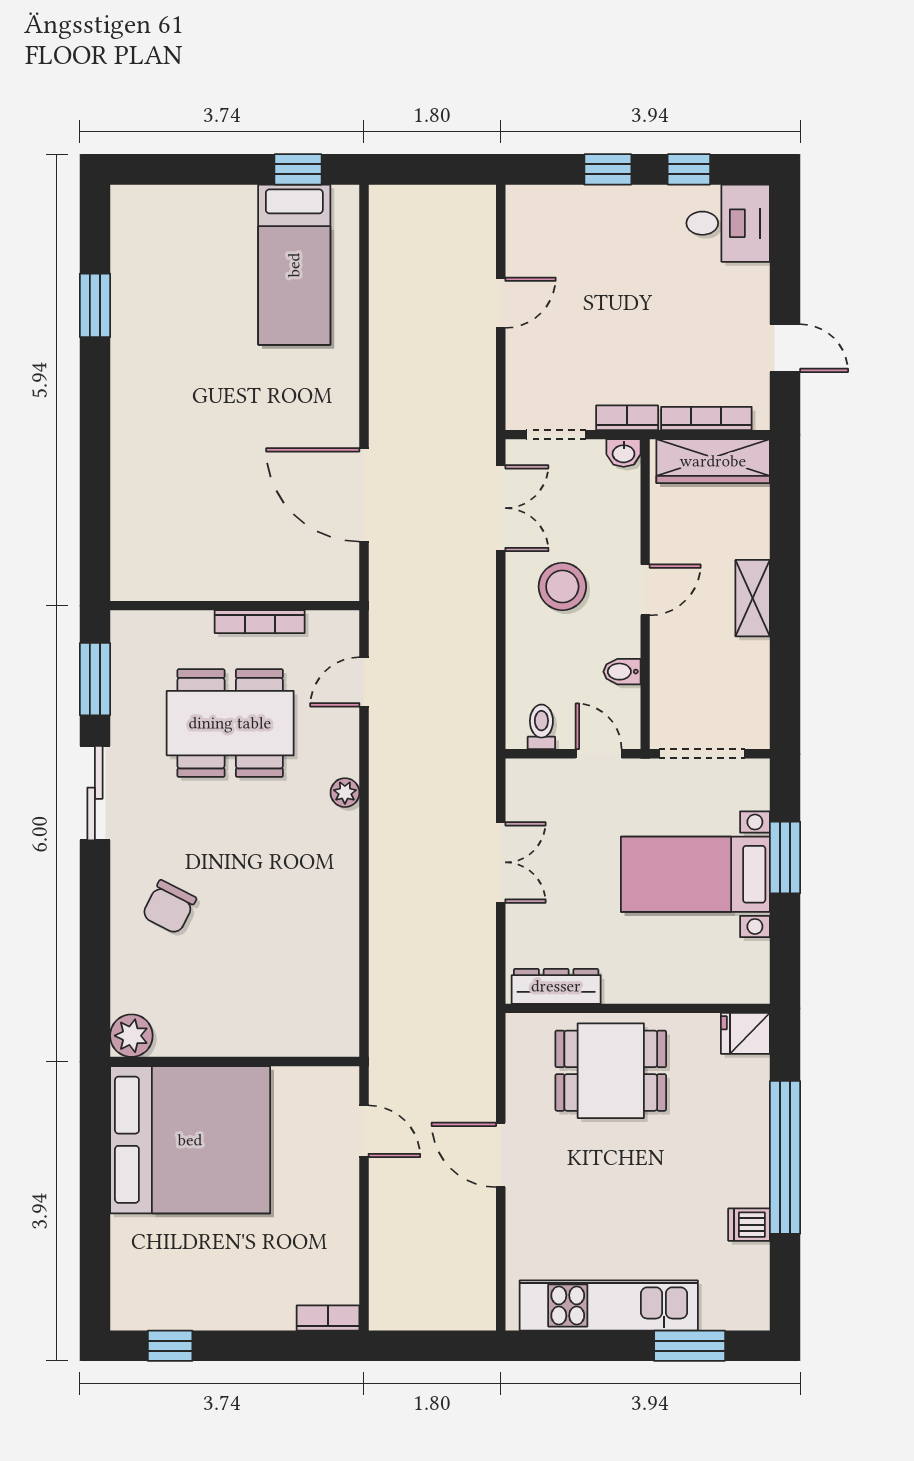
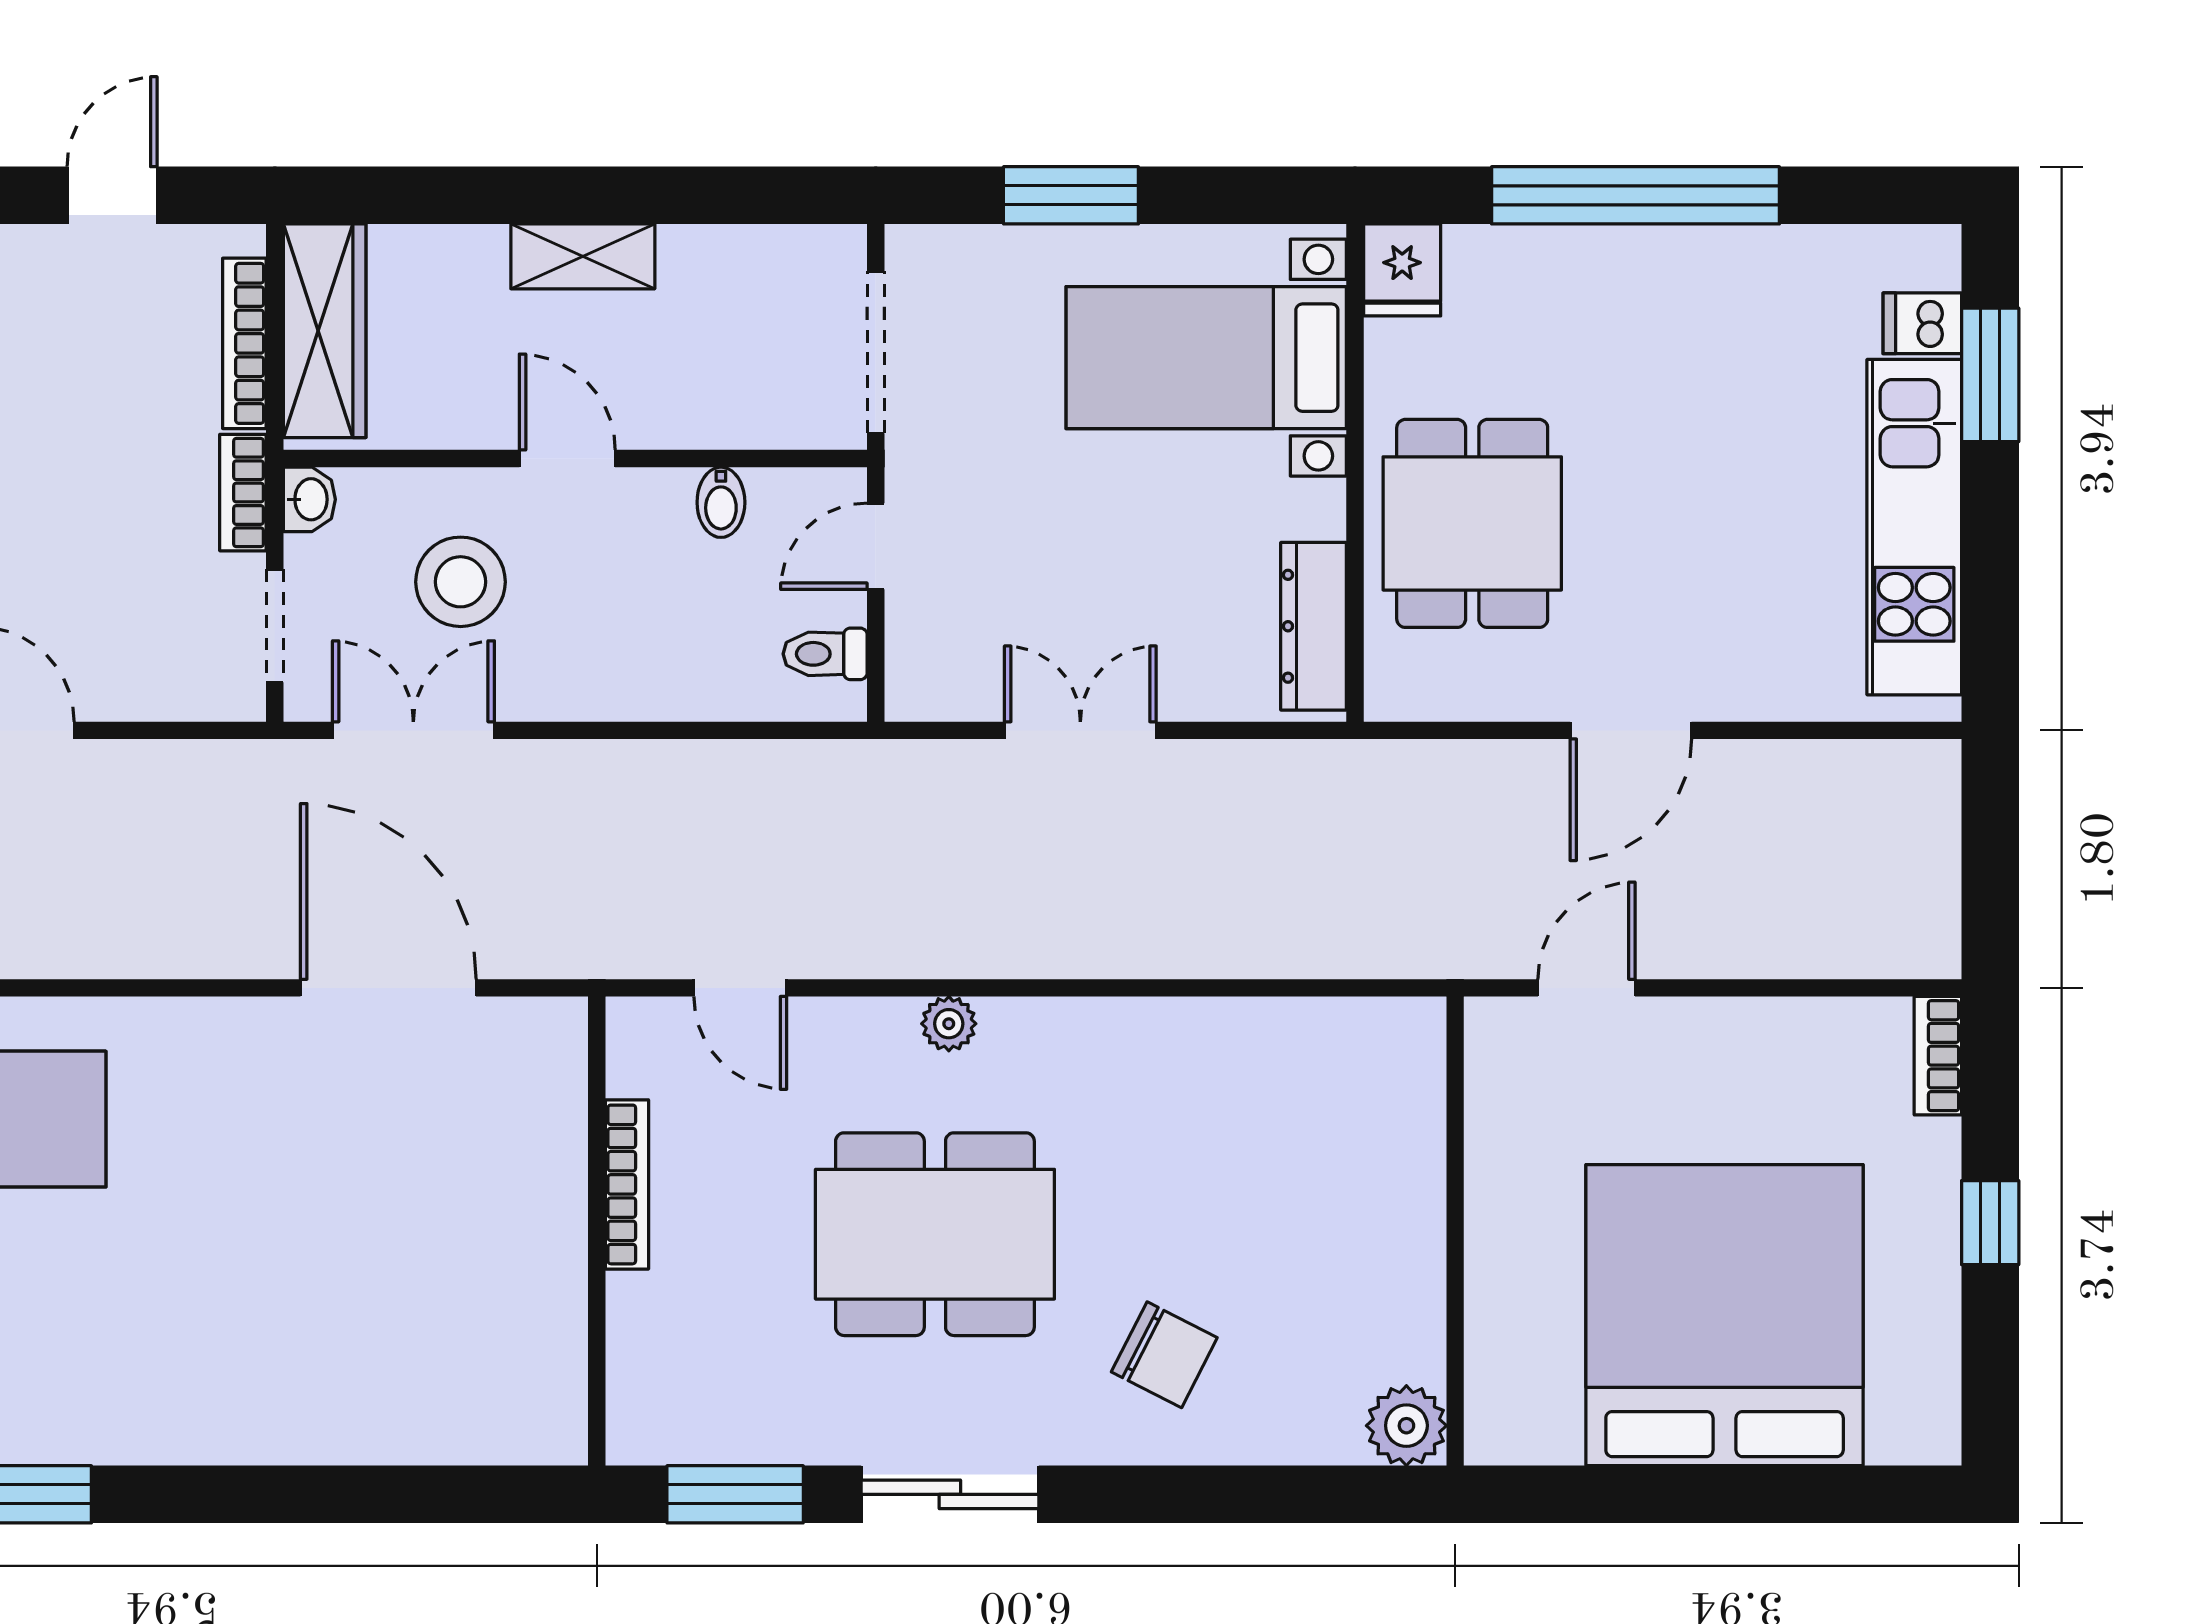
door: (364, 495) -> (388, 988), swing flipped
stool: (562, 587) -> (461, 582), moved
dining table: (230, 723) -> (935, 1234), moved, turned 90
bed with nightstands: (695, 874) -> (1206, 358), moved, turned 90
bed: (190, 1140) -> (1725, 1315), moved
dishwasher: (749, 1225) -> (1922, 323), moved, turned 90
window: (170, 1346) -> (1990, 1223), moved

